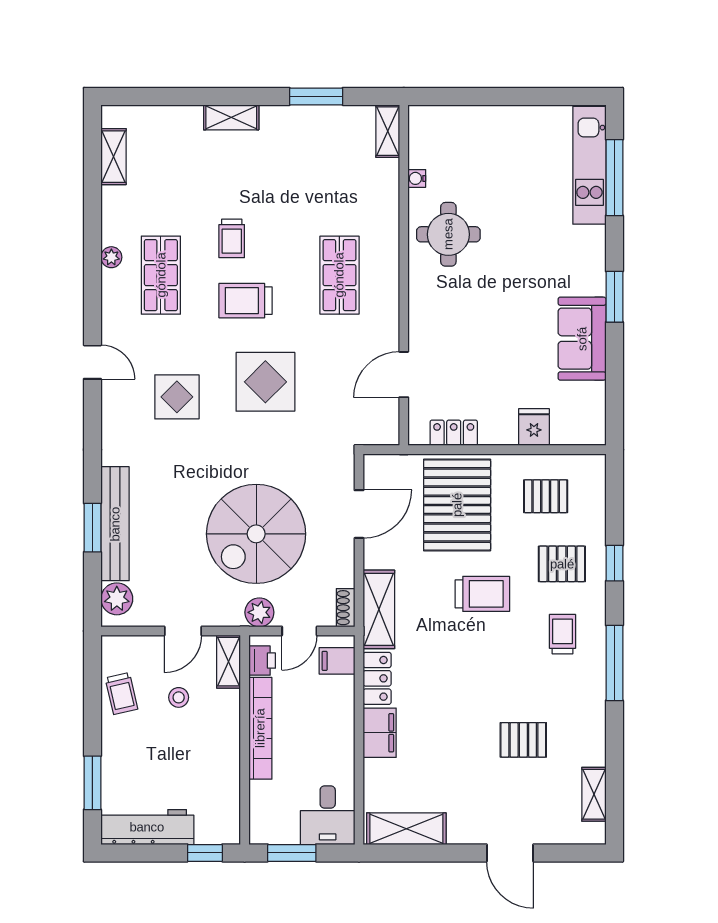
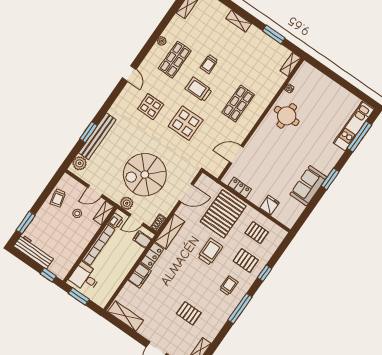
trolley: (482, 594) -> (210, 252), turned -90
desk: (328, 815) -> (85, 277), moved, turned 90

